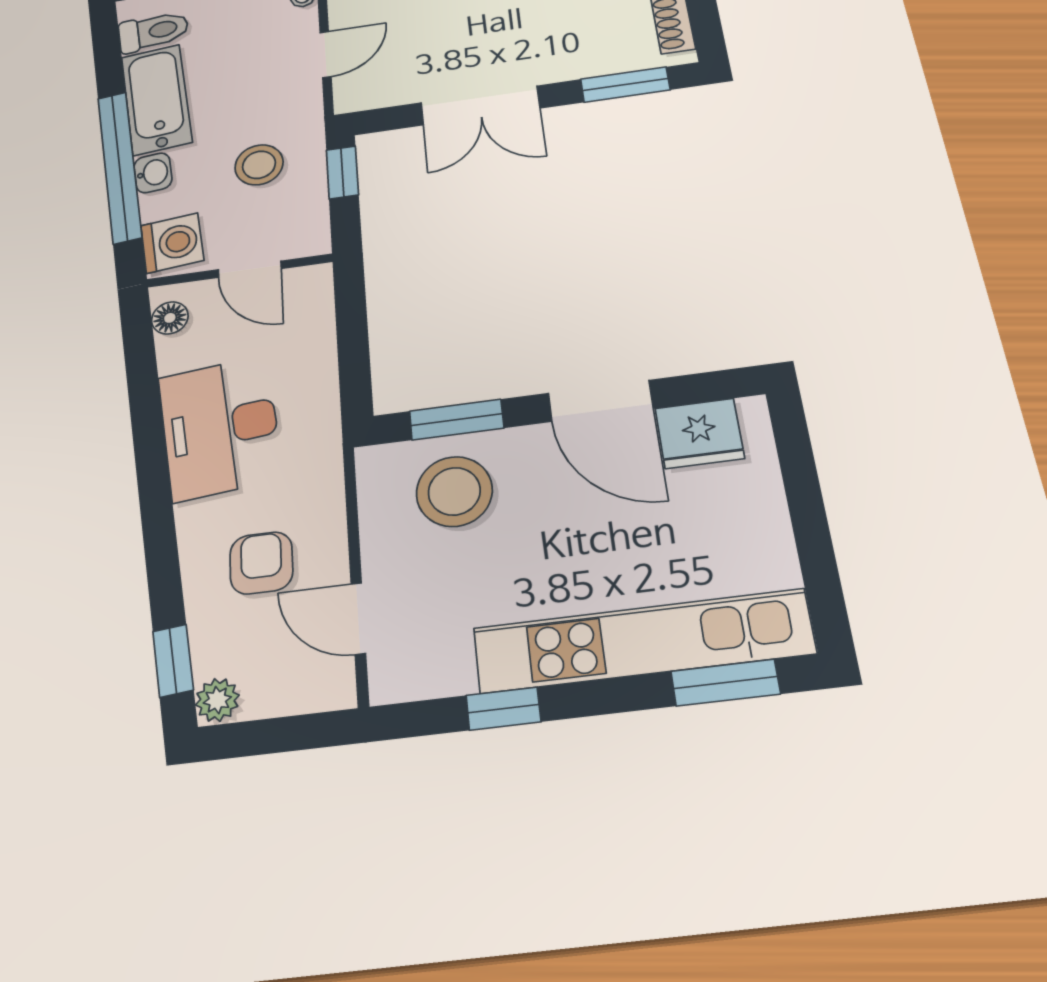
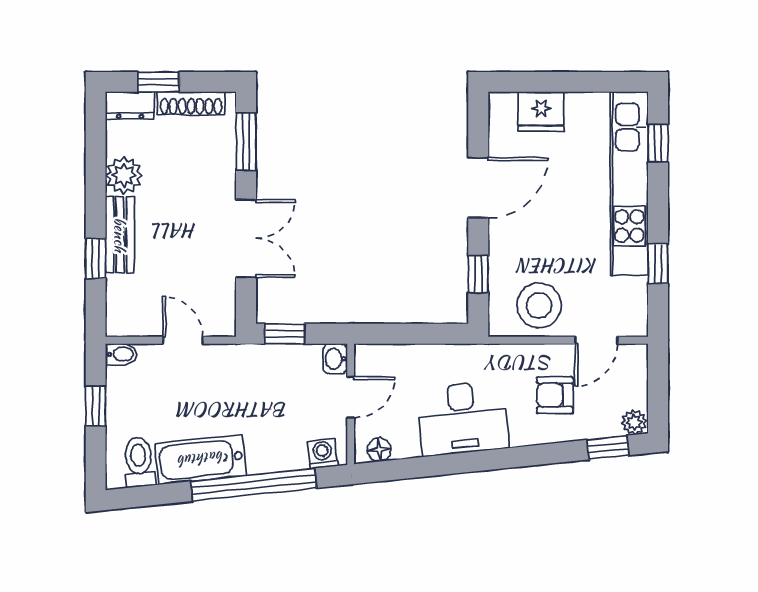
stool: (259, 165) -> (269, 389), removed
washbasin: (153, 173) -> (335, 359), moved, turned -84
washing machine: (172, 243) -> (323, 453), width x0.73, depth x0.73
window: (457, 420) -> (478, 274), width x0.67
fridge: (700, 433) -> (541, 112), moved, turned 90
stool: (454, 491) -> (539, 305), moved
window: (725, 683) -> (658, 143), width x0.67

